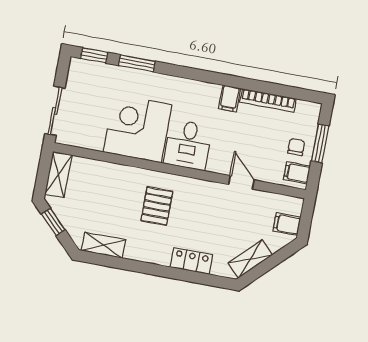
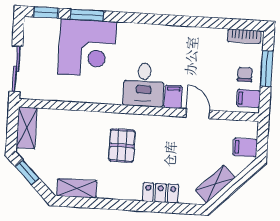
filing cabinet: (230, 98) -> (173, 97), moved, turned 180
bookcase: (268, 100) -> (244, 36), moved, width x0.64
corner desk: (137, 128) -> (87, 48), moved, turned 180

